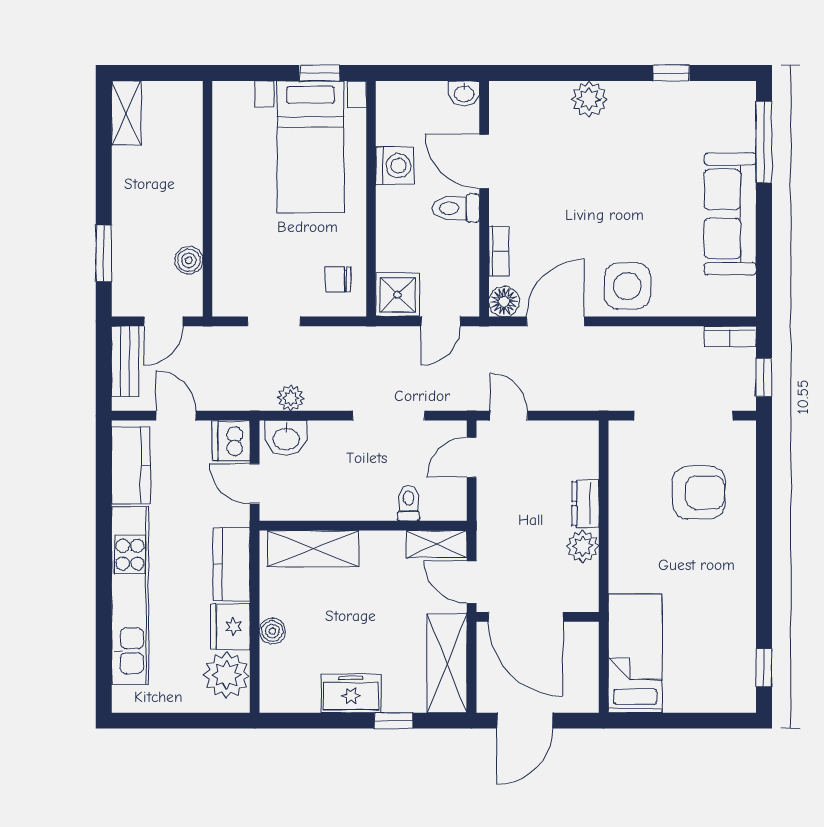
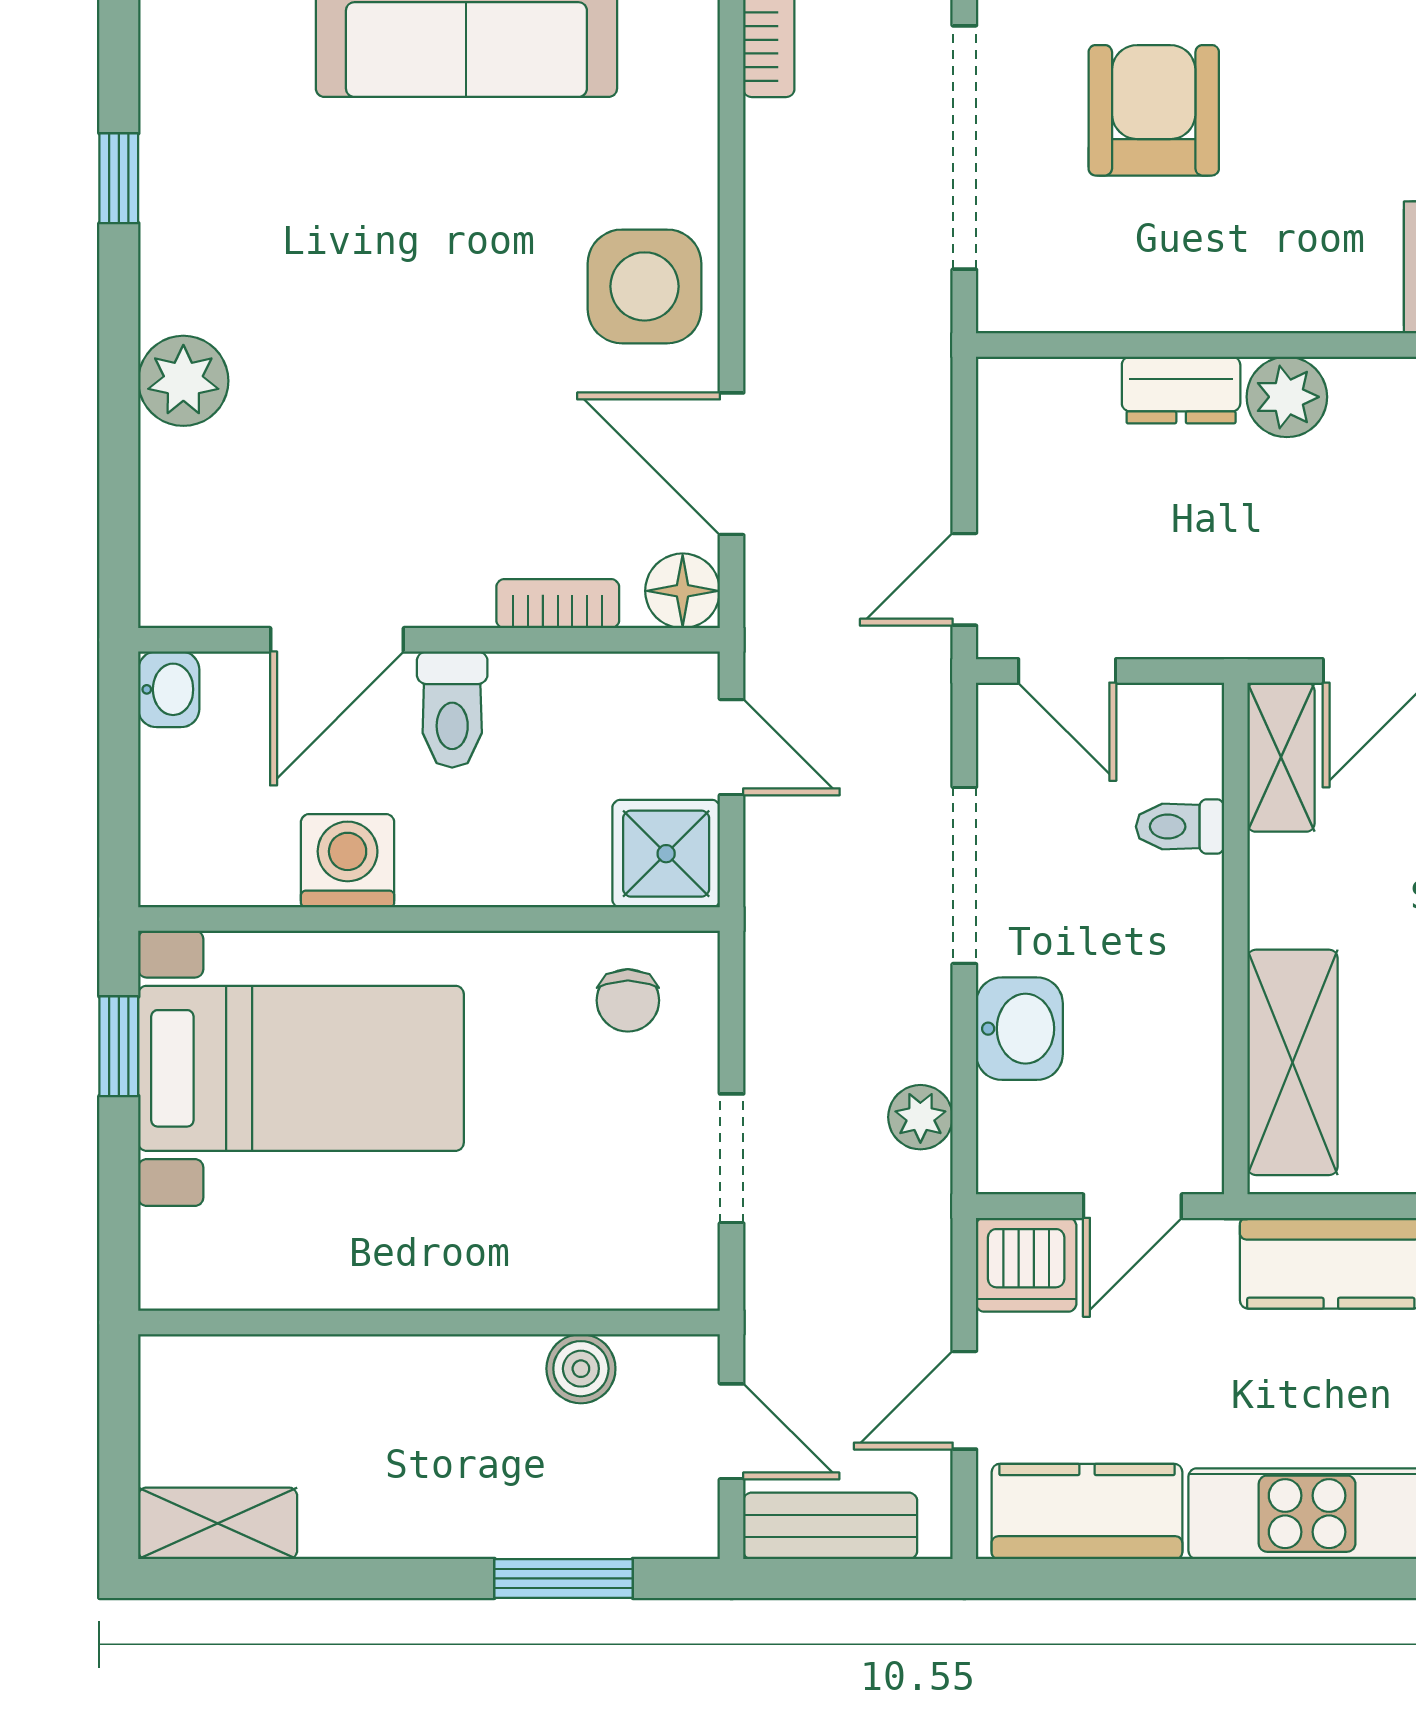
washbasin: (286, 438) -> (1019, 1029), moved

